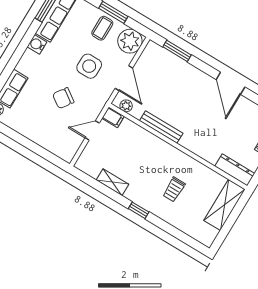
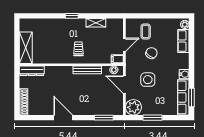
coffee table: (102, 28) -> (146, 32), moved
trolley: (174, 189) -> (78, 49), moved

